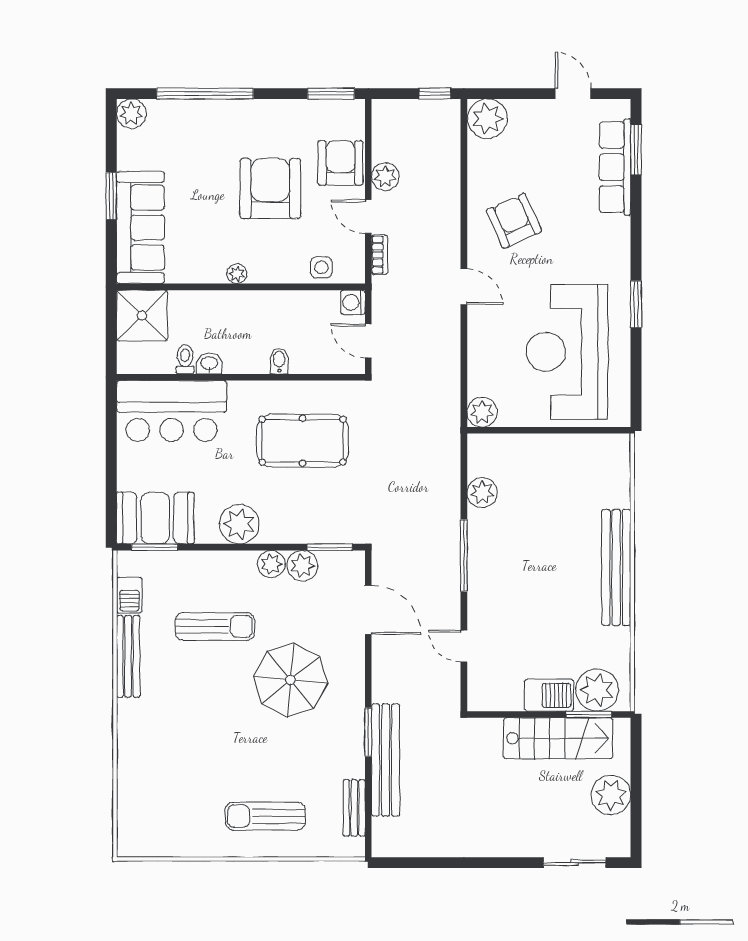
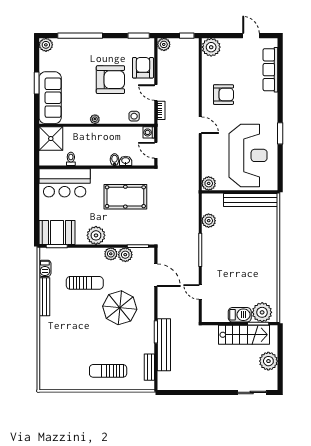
window: (636, 150) -> (280, 62), removed
plant: (385, 177) -> (164, 44), moved
armchair: (270, 189) -> (110, 80), turned 90
armchair: (514, 221) -> (223, 95), turned 114
reception desk: (567, 352) -> (248, 155), turned 180
washbasin: (209, 364) -> (126, 161), moved
bench: (616, 567) -> (251, 200), moved, turned 90

